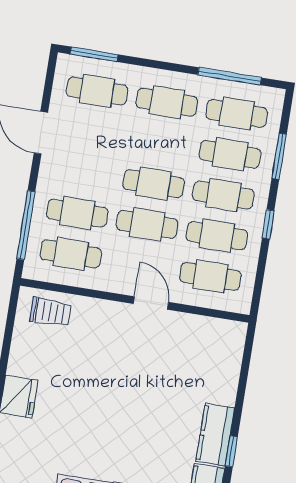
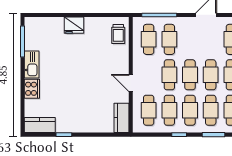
cafe table: (160, 143) -> (211, 75), added
door: (151, 303) -> (131, 83), swing flipped
kitchen counter: (215, 435) -> (121, 118), moved, turned -90

